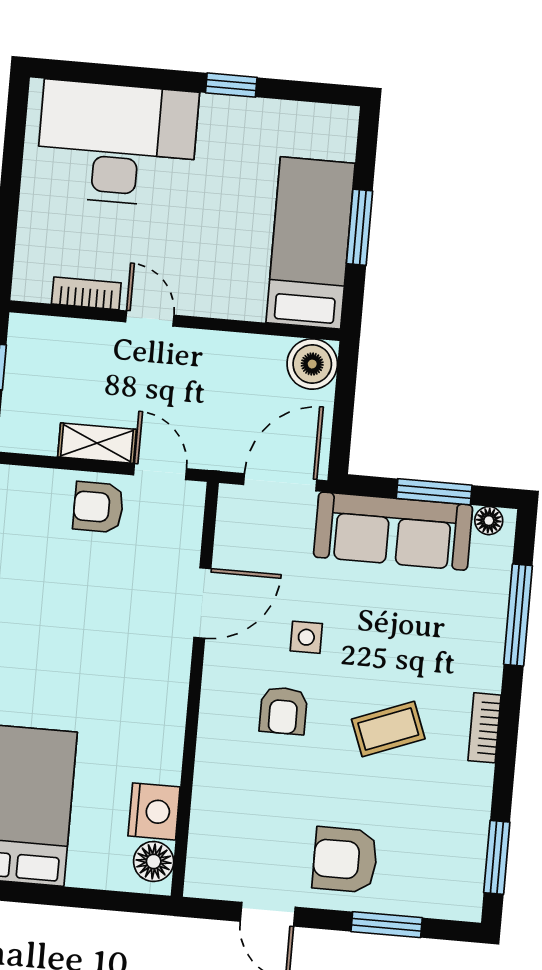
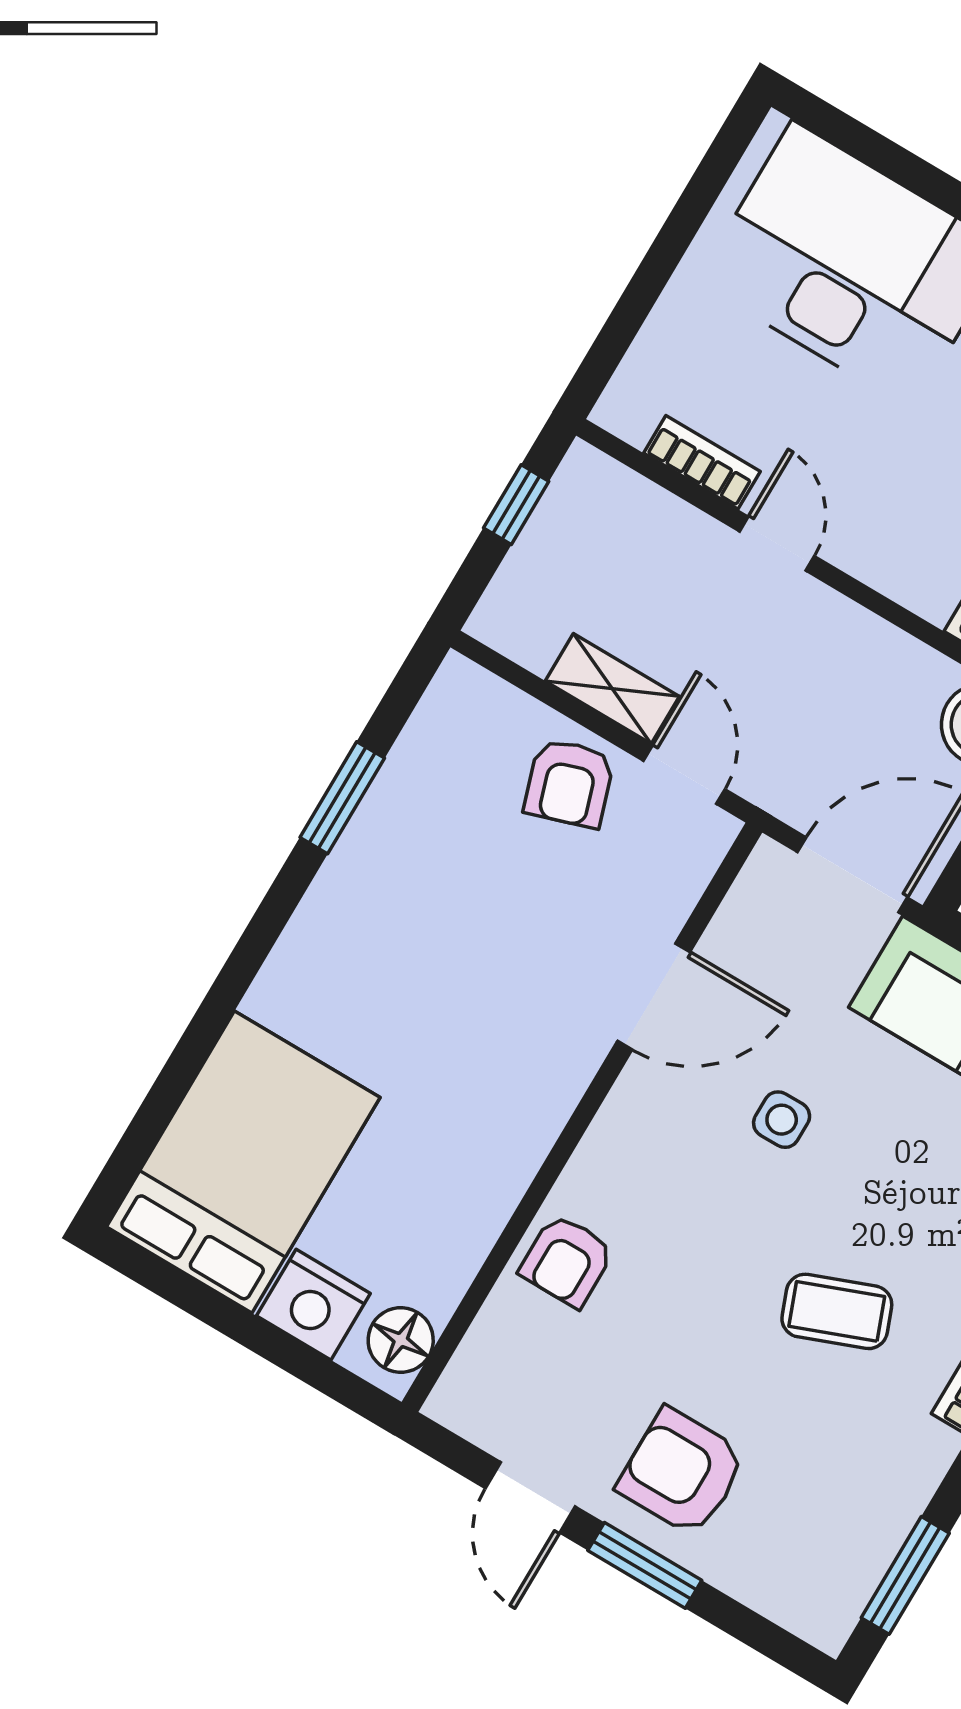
armchair: (98, 507) -> (569, 783), turned -108
armchair: (283, 711) -> (567, 1261), moved
nightstand: (154, 811) -> (313, 1305), moved, turned 90
window: (387, 925) -> (645, 1565), moved

